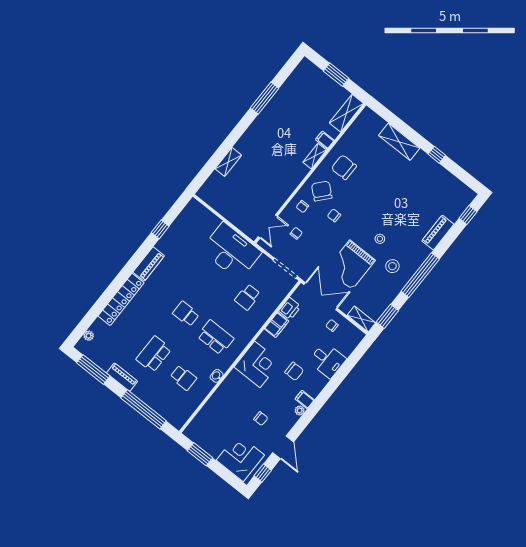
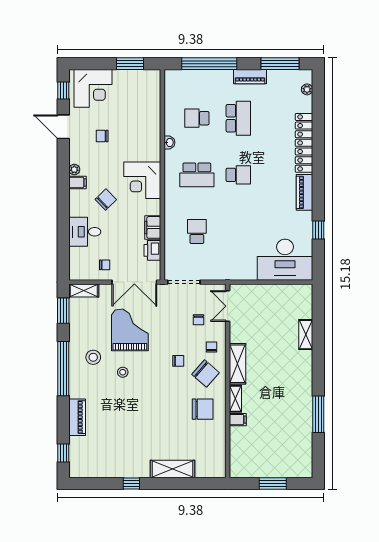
shelving: (346, 113) -> (238, 364), moved
desk: (231, 251) -> (285, 260), moved
chair: (294, 371) -> (106, 200), turned 136

